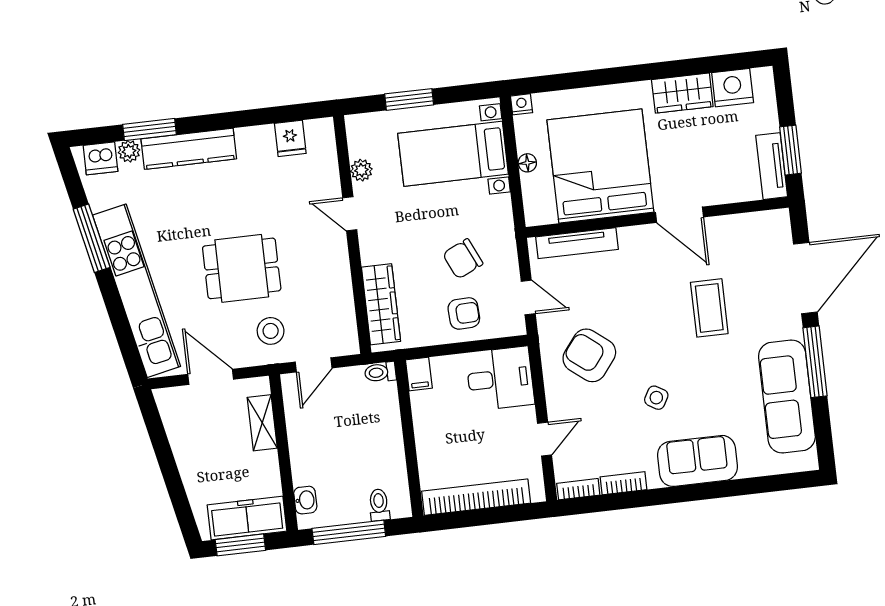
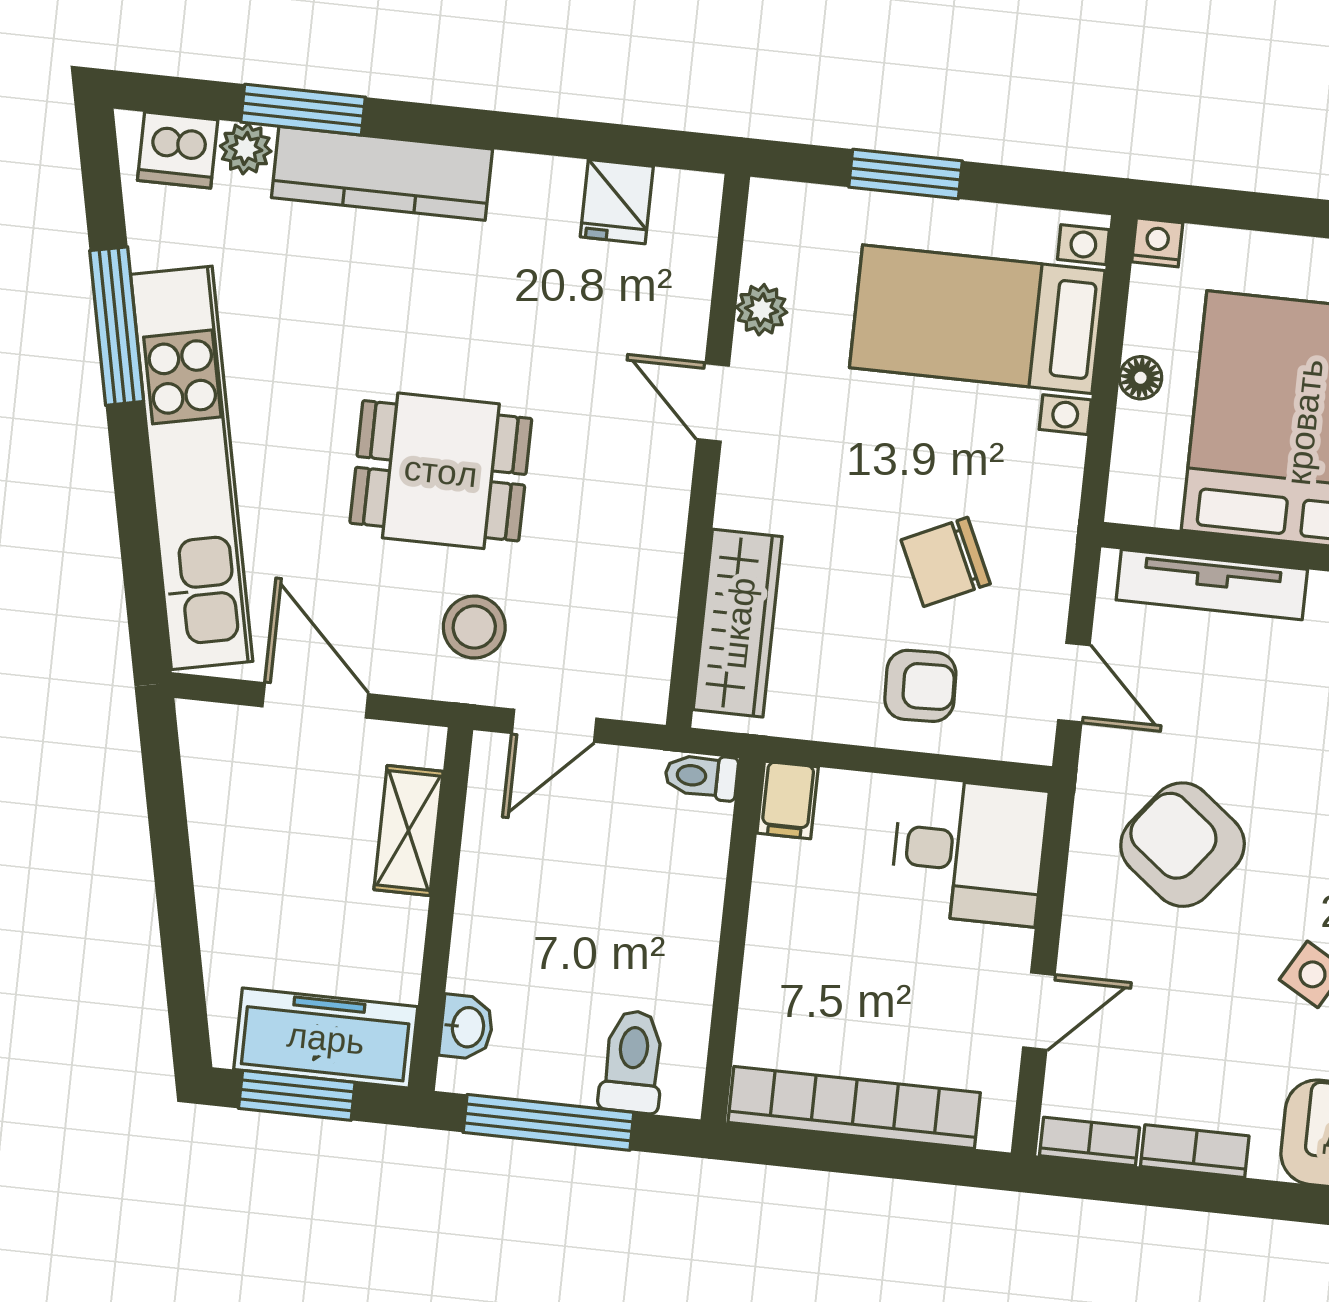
toilet: (379, 505) -> (632, 1062), width x1.37, depth x1.39

